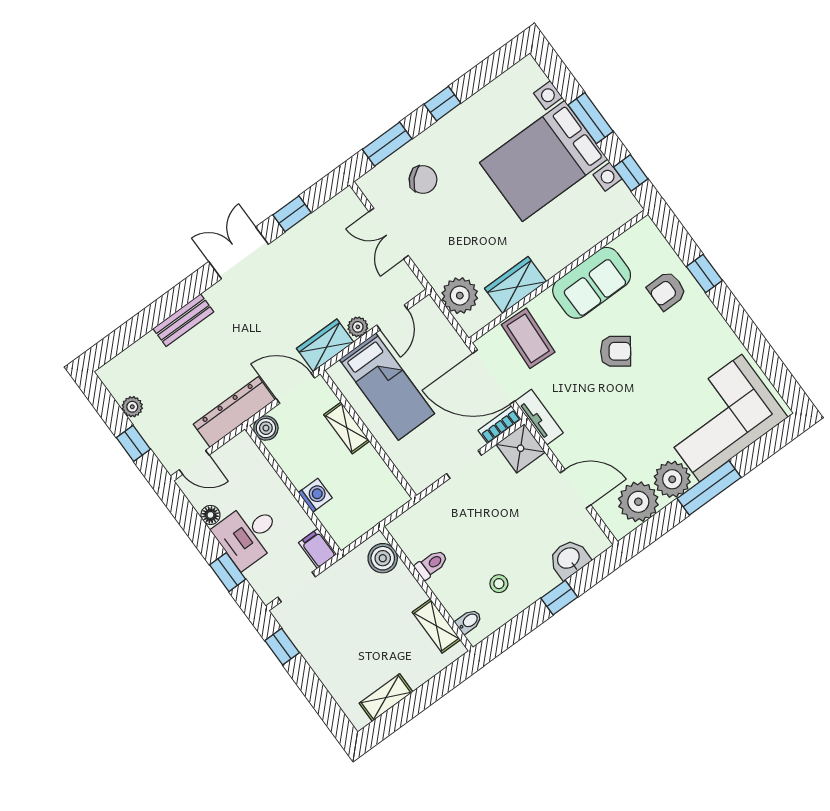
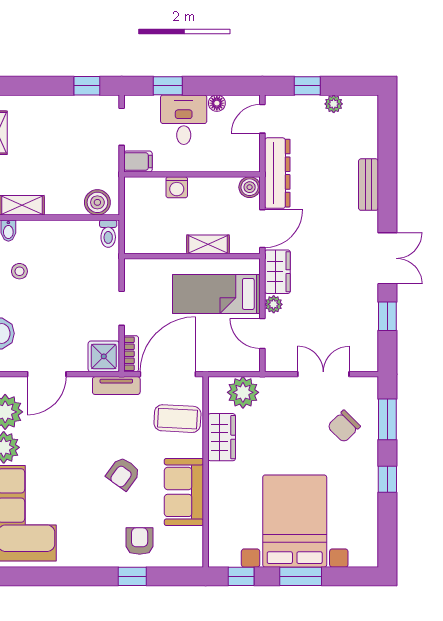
toilet: (431, 564) -> (108, 234), moved

